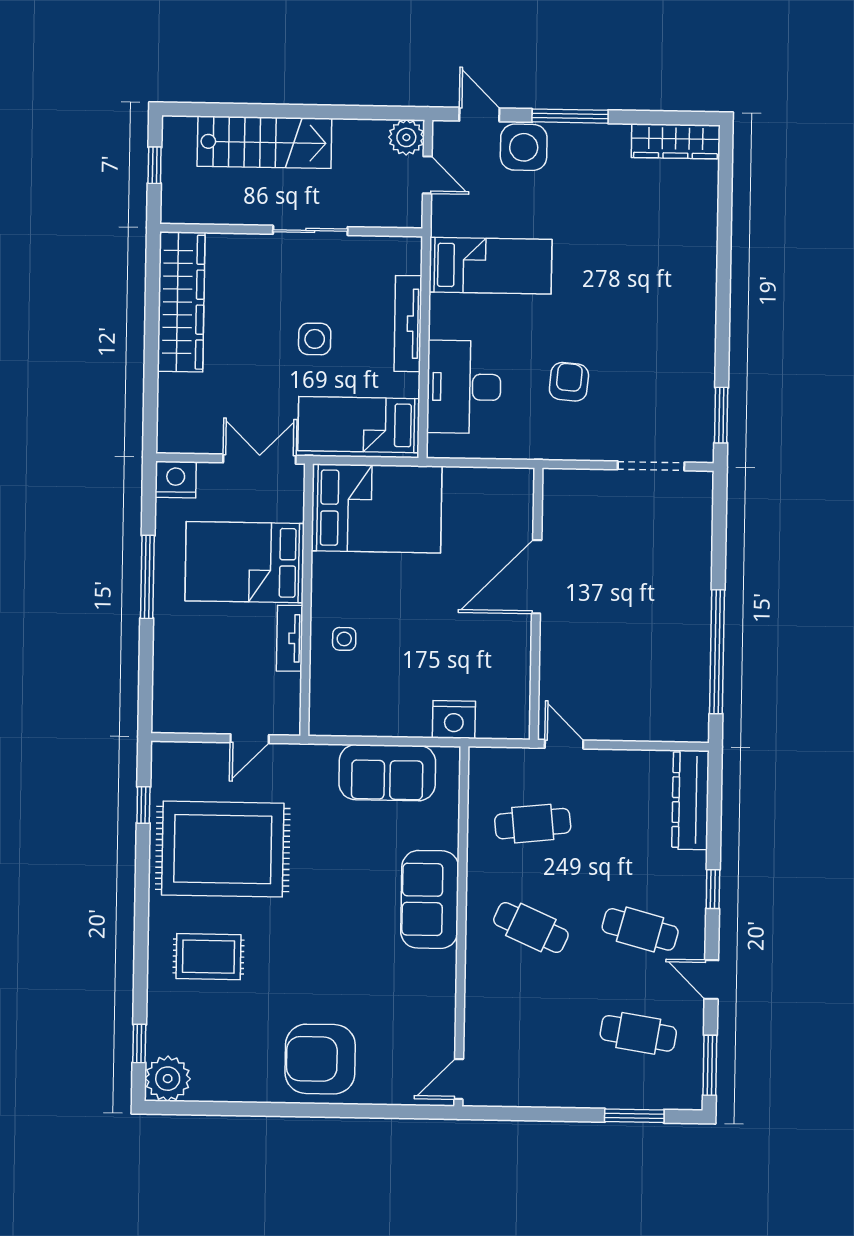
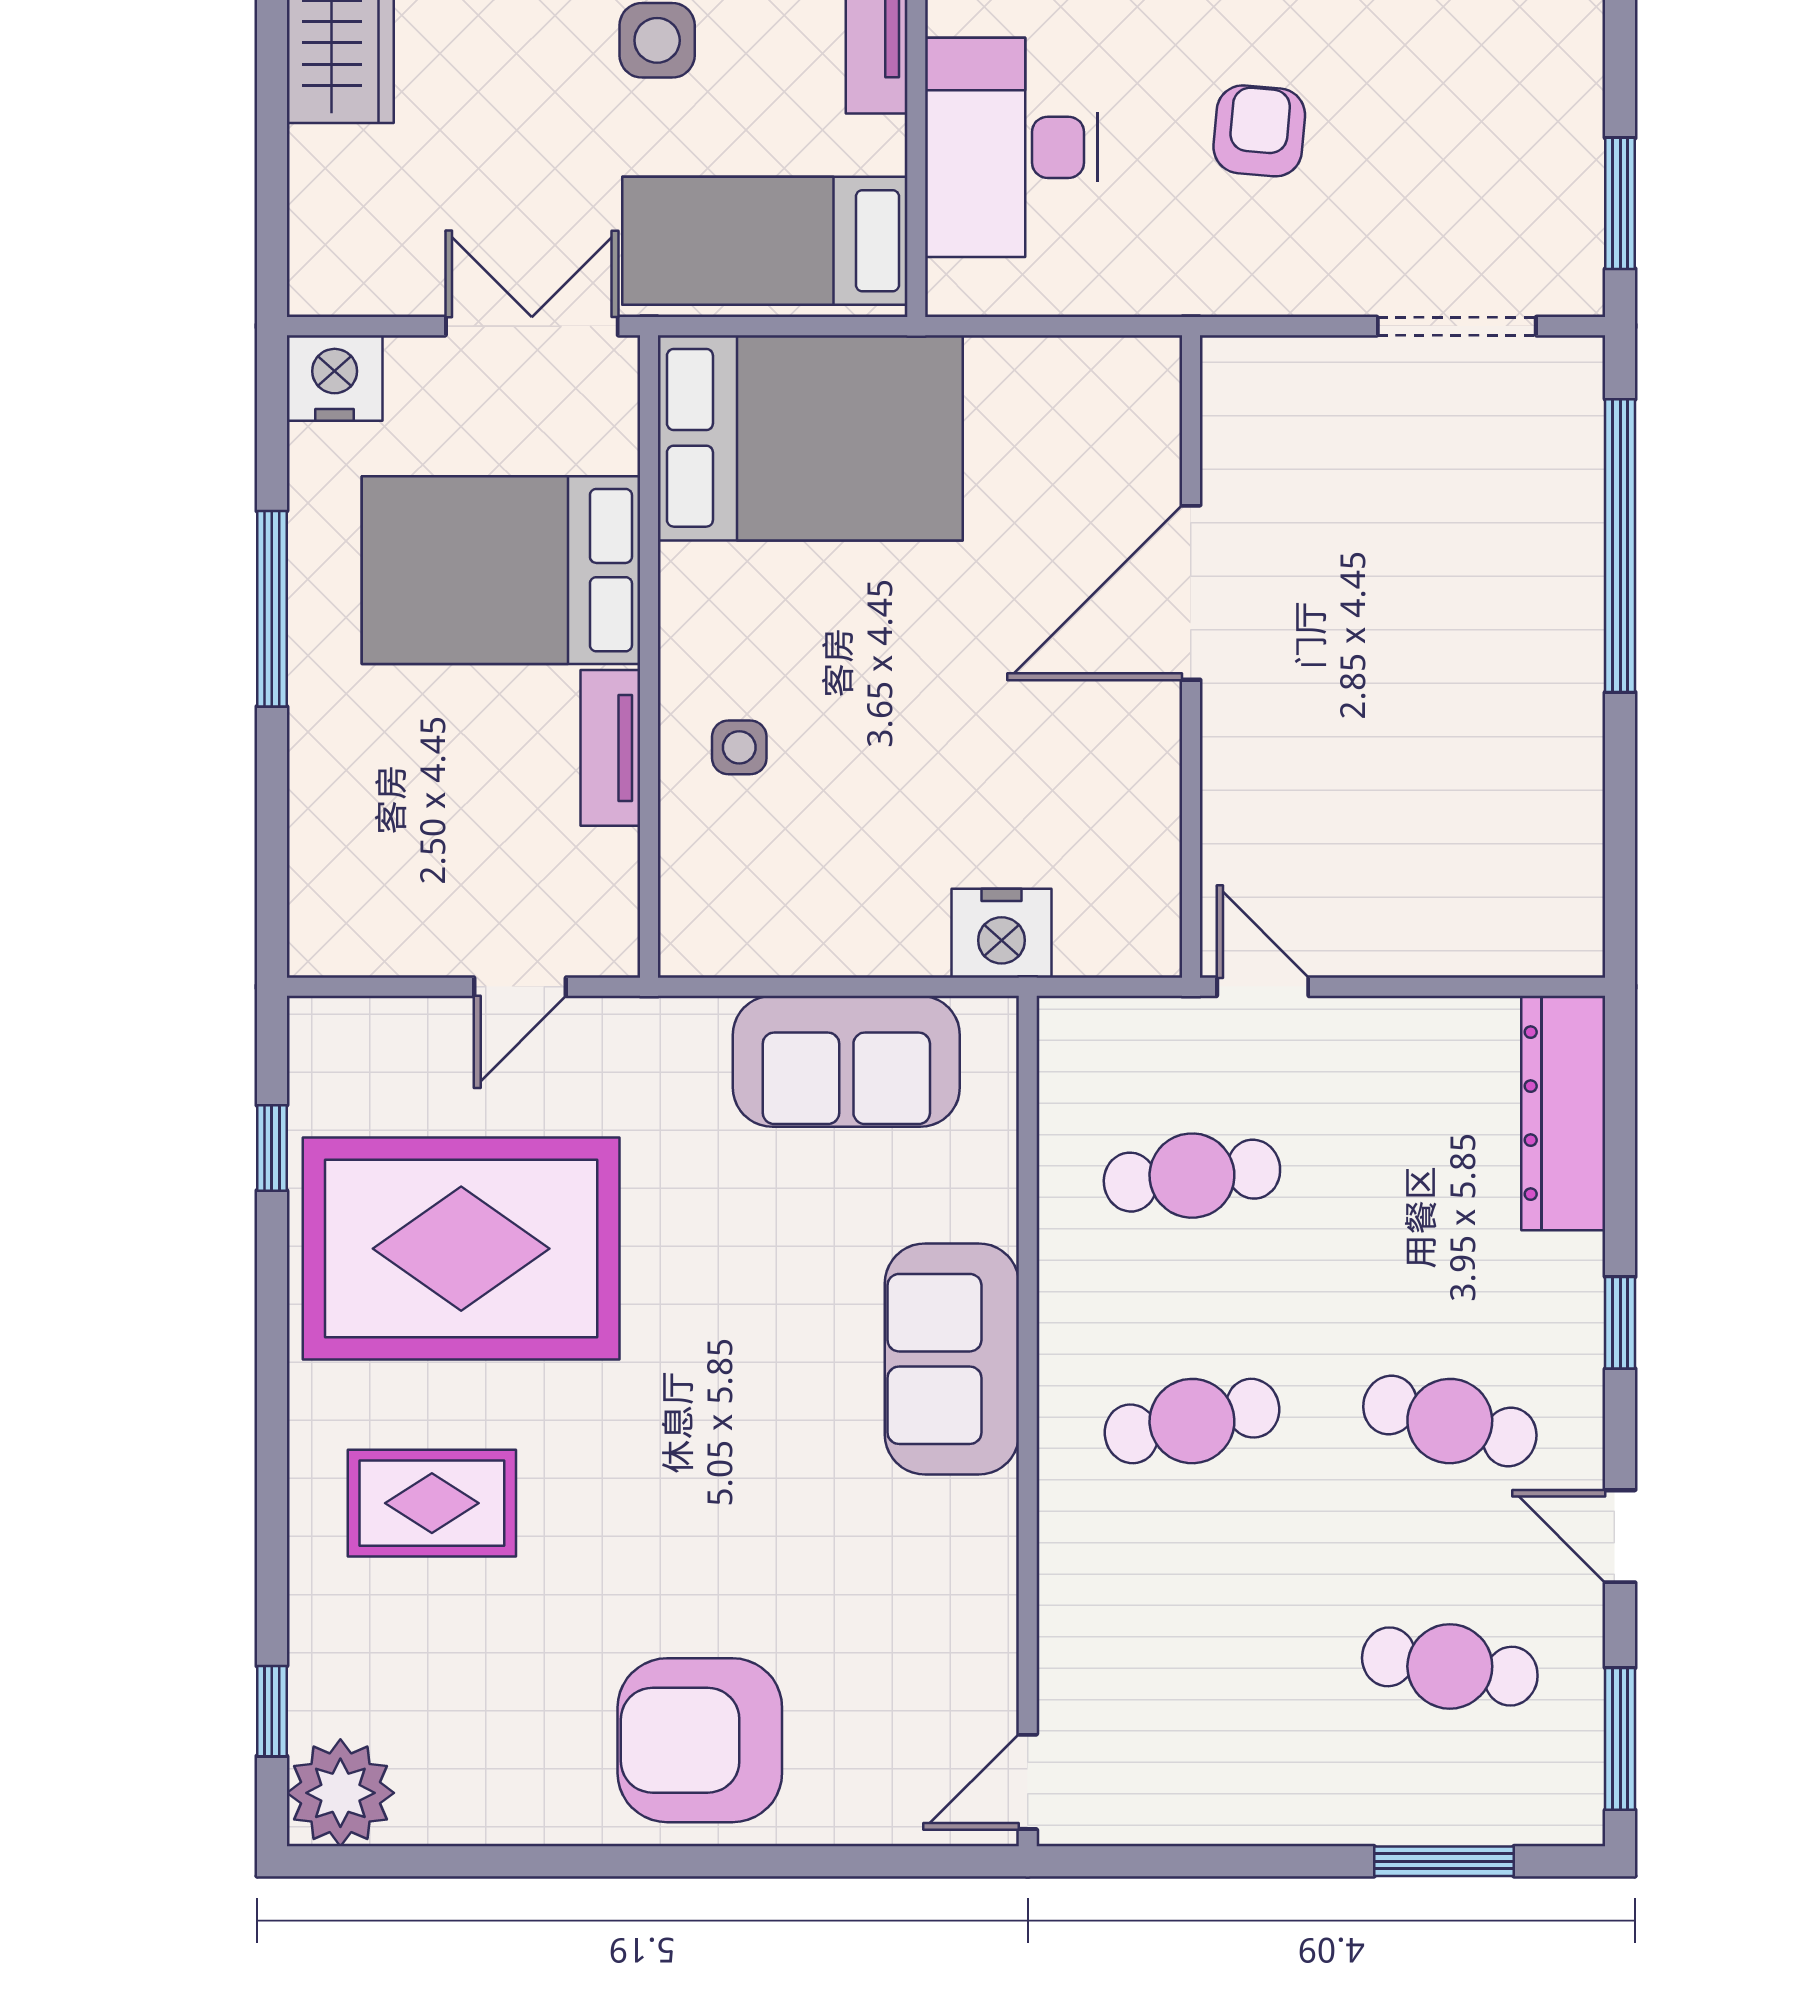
window: (717, 652) -> (1620, 546), moved
cafe table: (531, 928) -> (1192, 1421), turned -36

